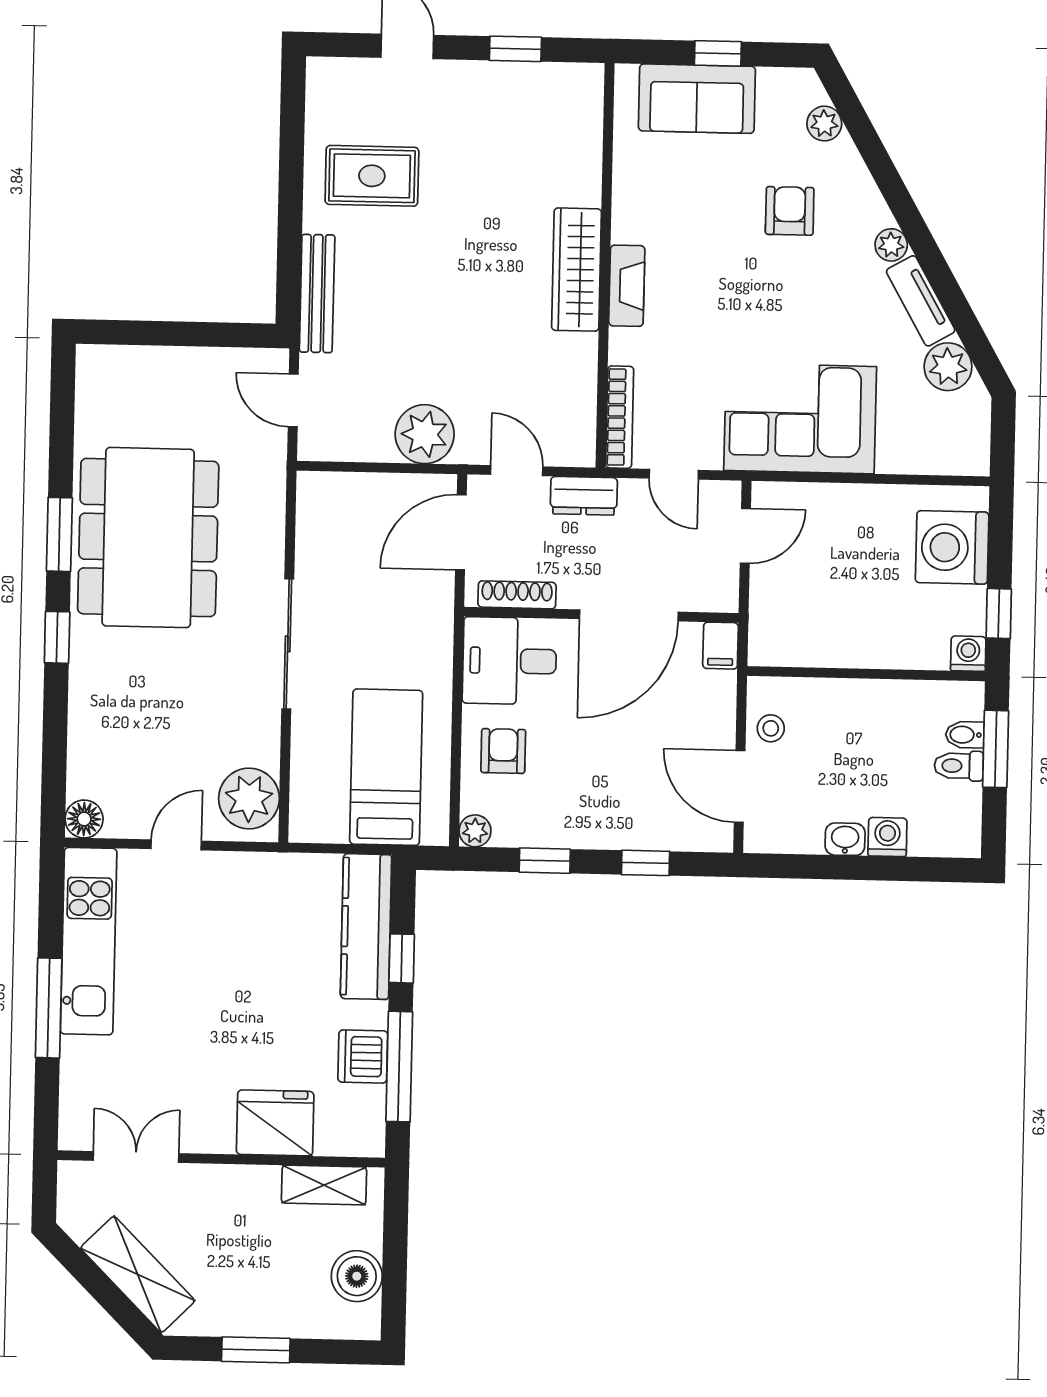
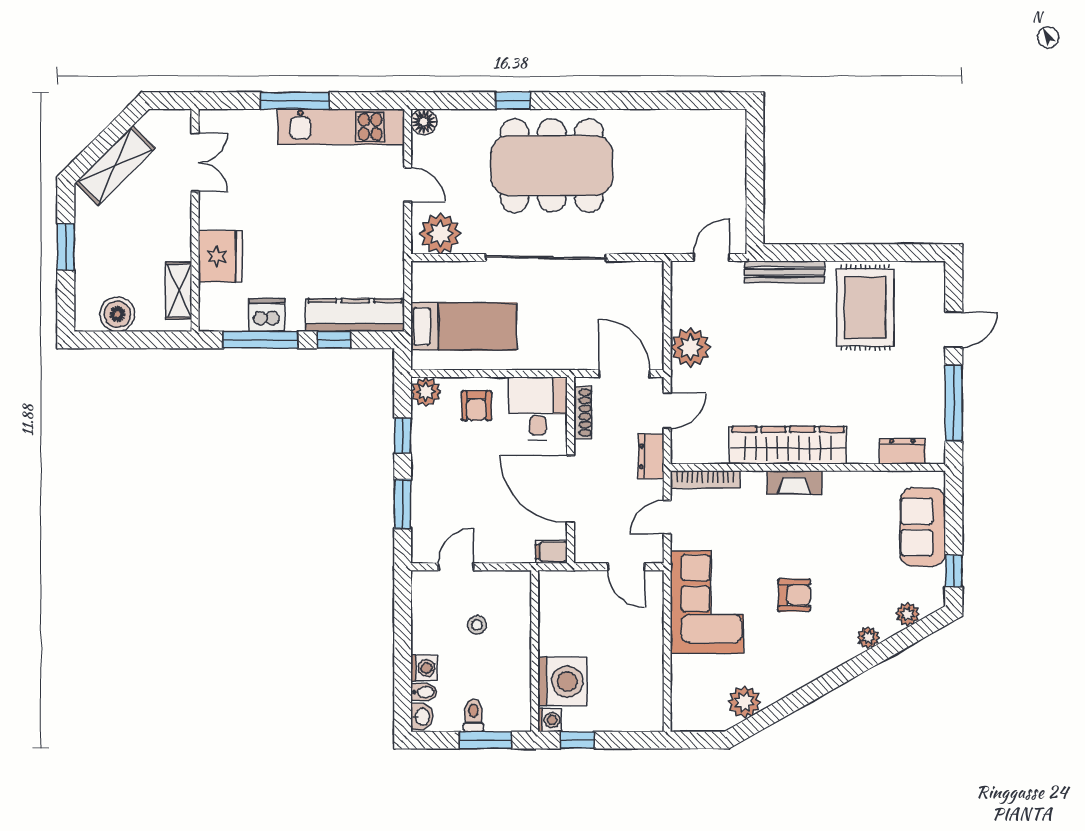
window: (515, 49) -> (954, 403), width x2.17
window: (718, 53) -> (954, 571), moved
dresser: (584, 126) -> (902, 451), added
rug: (372, 176) -> (865, 308), width x1.36, depth x1.43
armchair: (790, 211) -> (794, 595), moved
plant: (891, 245) -> (868, 638), moved
wardrobe: (576, 270) -> (788, 445), width x1.40, depth x1.17
tv unit: (921, 301) -> (789, 682), removed
window: (59, 534) -> (617, 101), removed
dining table: (148, 538) -> (552, 165), moved
washing machine: (952, 547) -> (562, 681), moved, turned 90
window: (57, 637) -> (513, 101), moved
sliding door: (288, 644) -> (546, 258), width x1.36
stool: (771, 728) -> (477, 625), moved
bidet: (965, 735) -> (424, 692), moved, turned 90
armchair: (503, 751) -> (476, 406), turned 90
door: (740, 786) -> (456, 567), width x0.73
plant: (475, 831) -> (426, 392), width x1.38, depth x1.38
washbasin: (845, 839) -> (422, 717), moved
window: (645, 863) -> (403, 504), width x1.50

